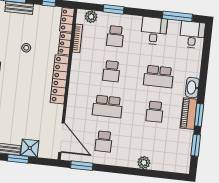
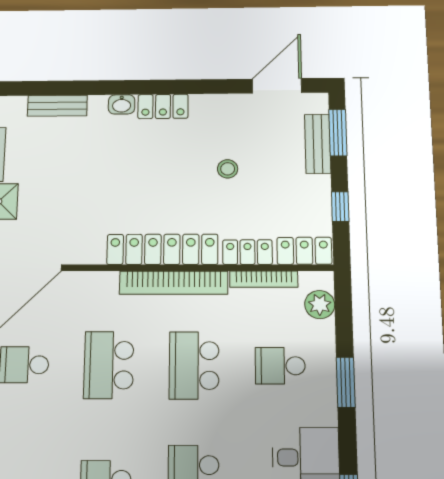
window: (114, 9) -> (346, 382), moved
school desk: (111, 71) -> (194, 365), width x1.85
bookcase: (75, 76) -> (174, 283), added

